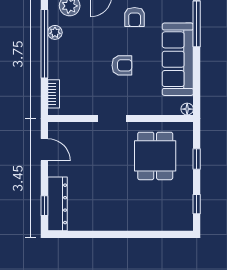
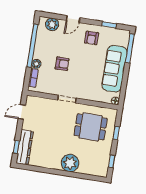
plant: (55, 32) -> (36, 64), moved
armchair: (122, 65) -> (62, 64), moved
door: (44, 150) -> (22, 112), swing flipped
dining table: (155, 156) -> (91, 127), turned 90
plant: (132, 217) -> (70, 163), added

